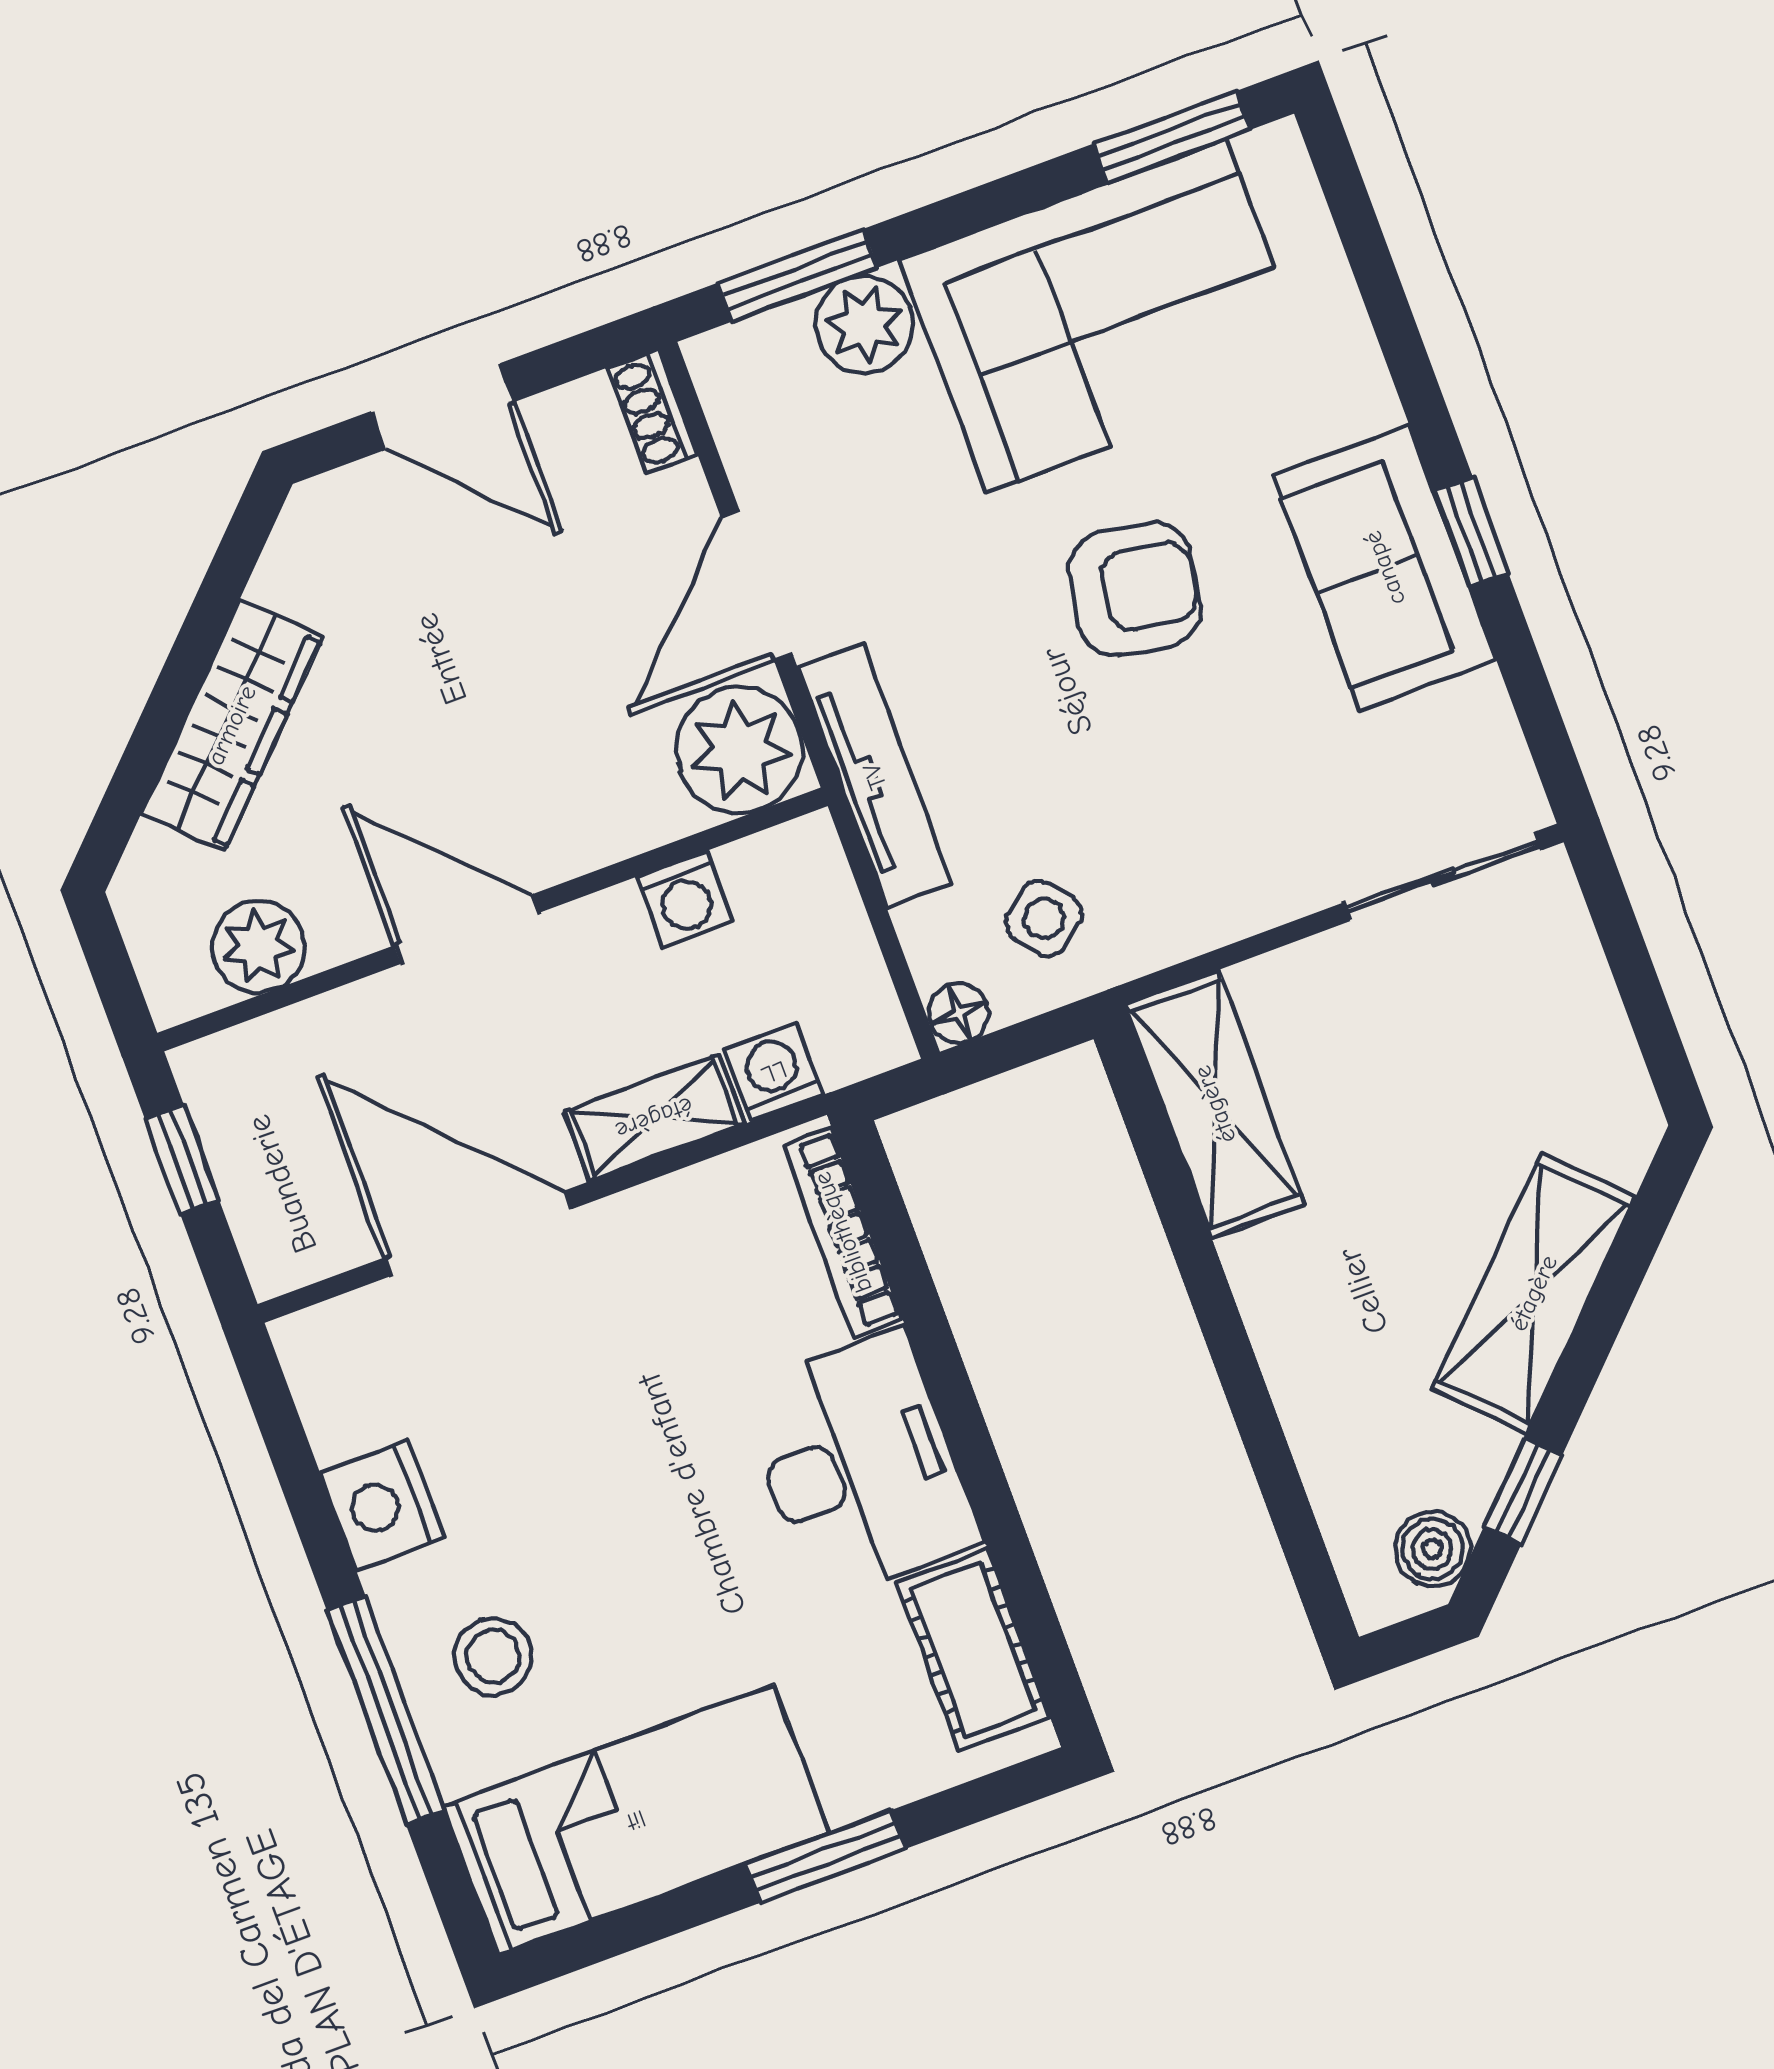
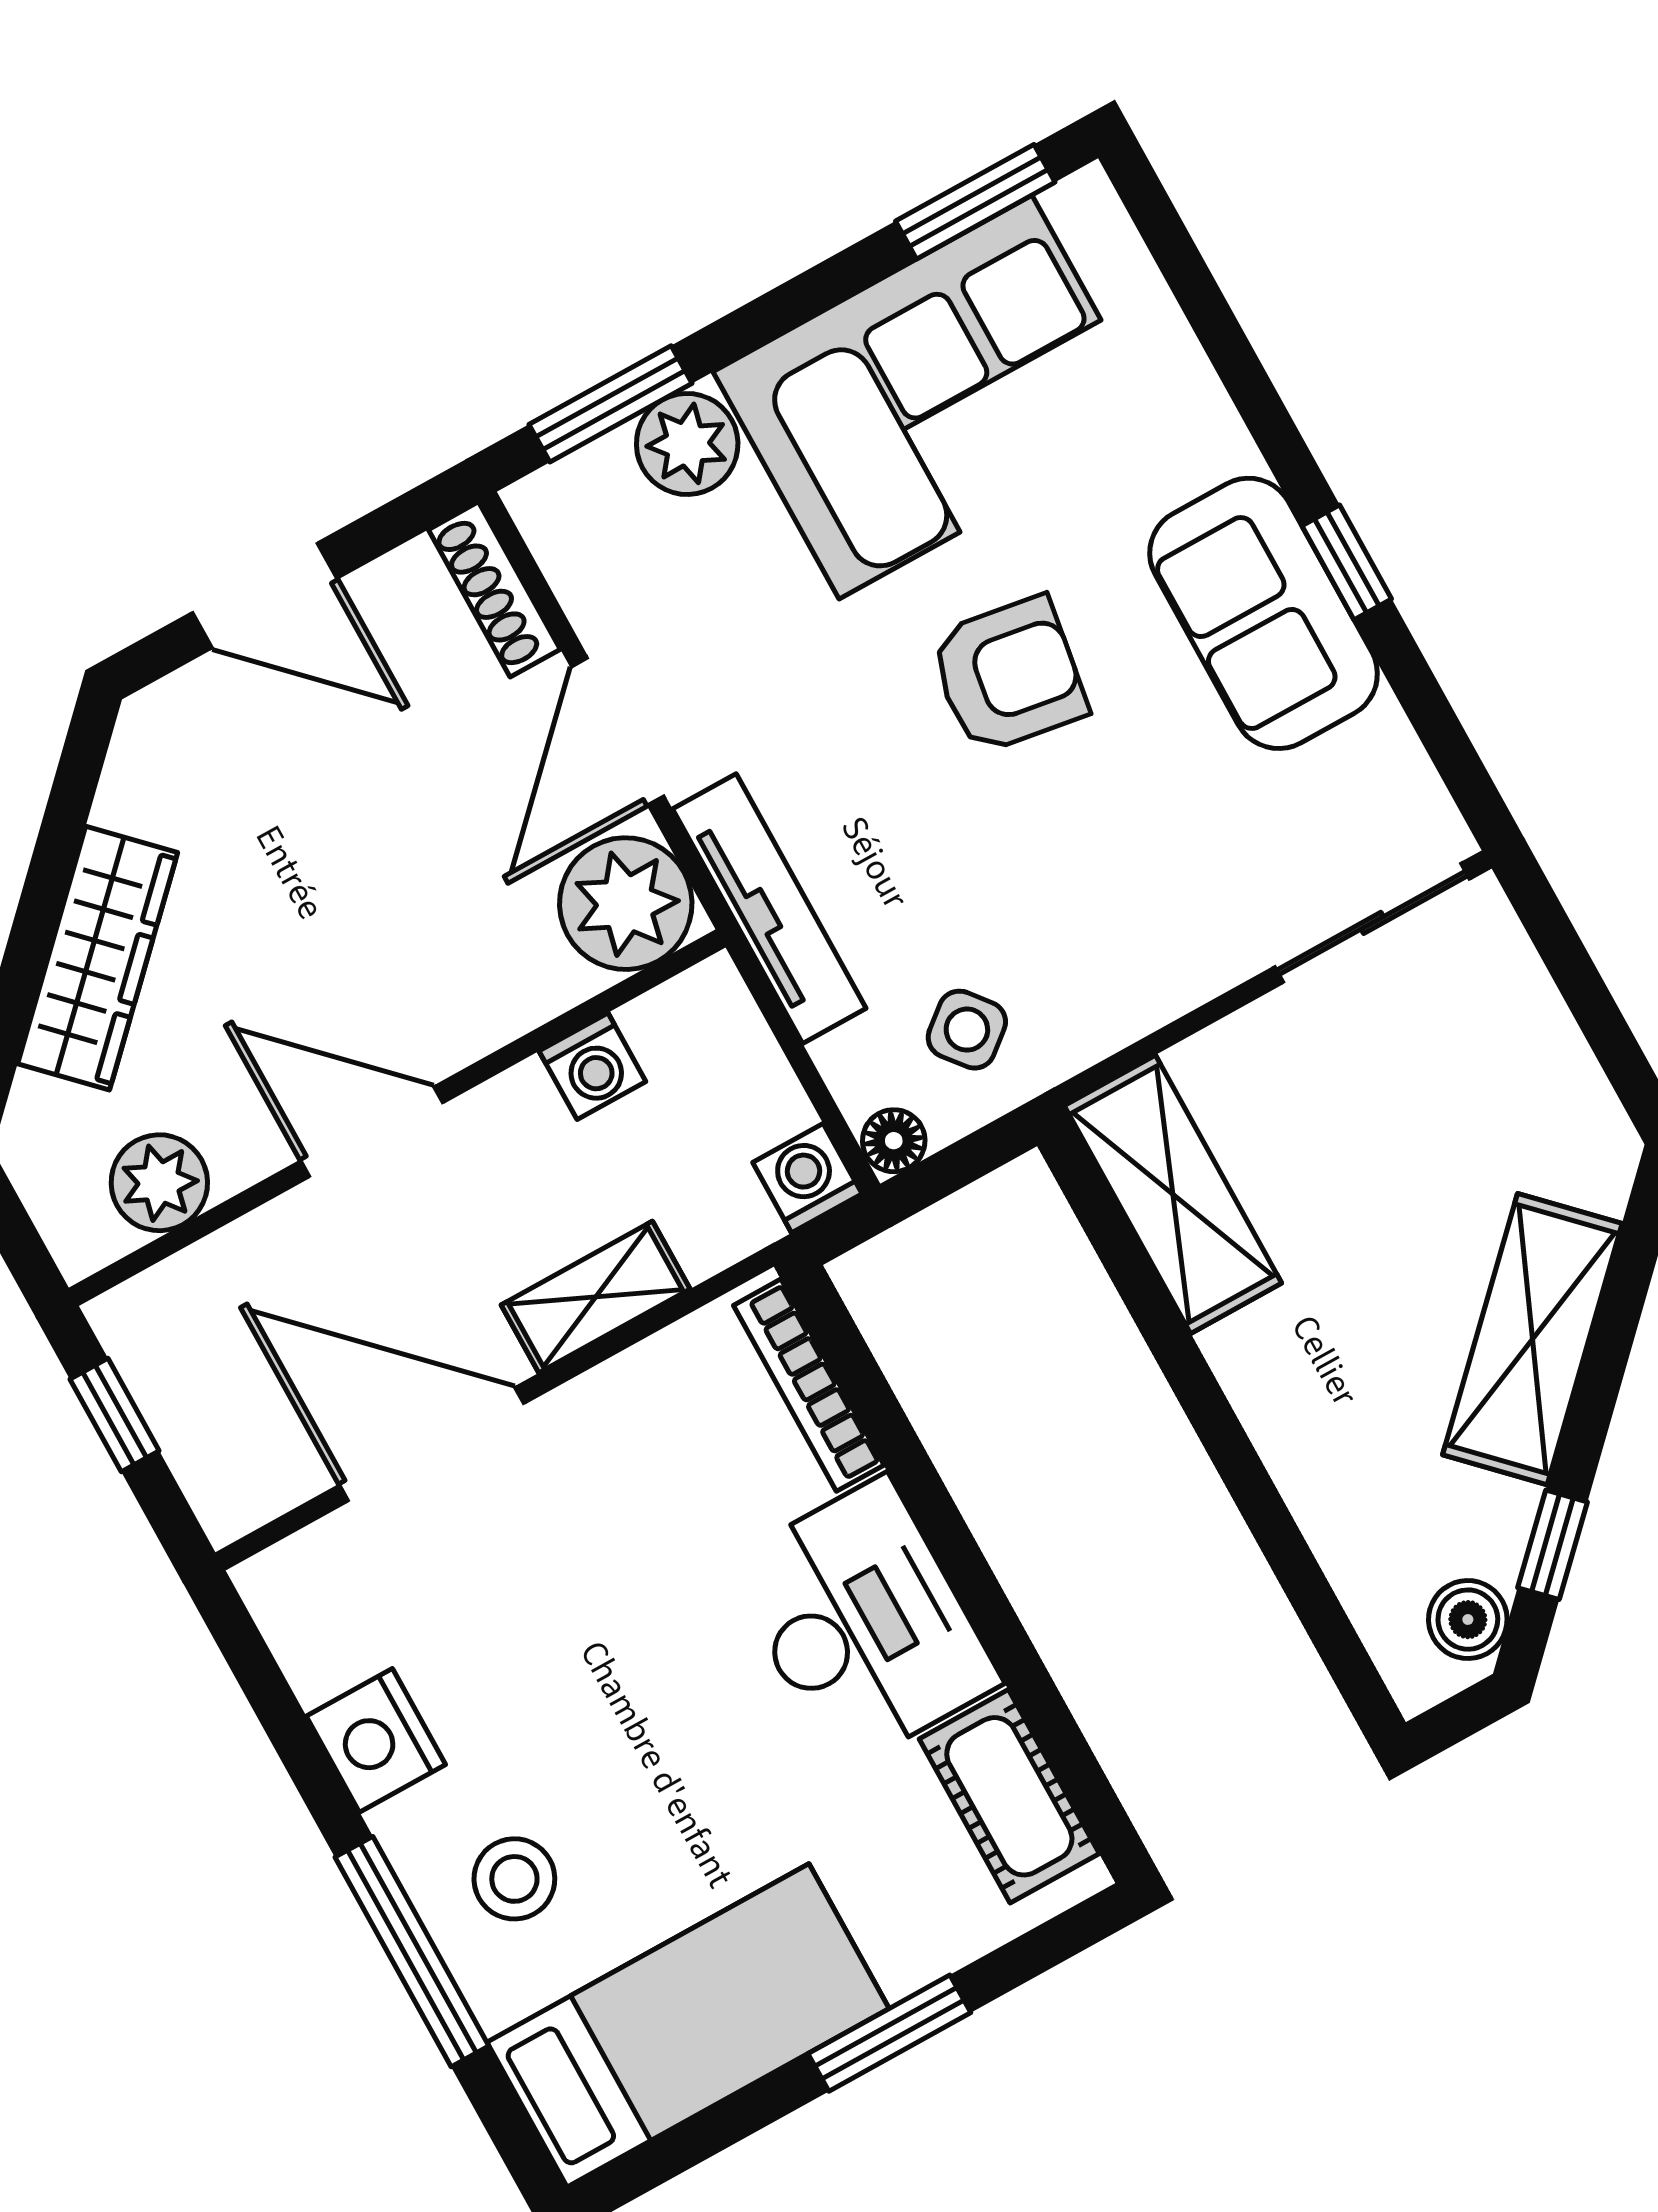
shoe rack: (652, 411) -> (494, 589), width x1.43
washing machine: (774, 1072) -> (807, 1178), moved

